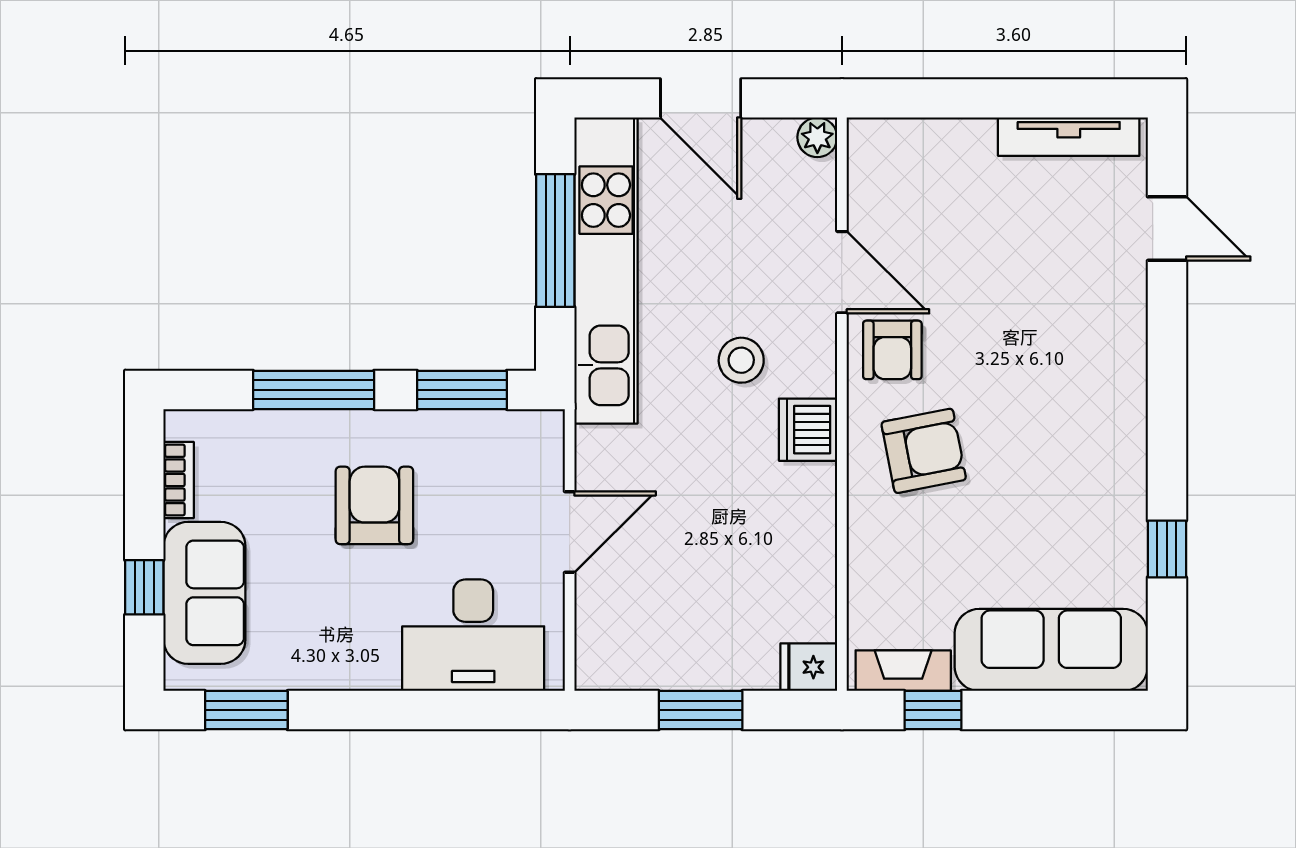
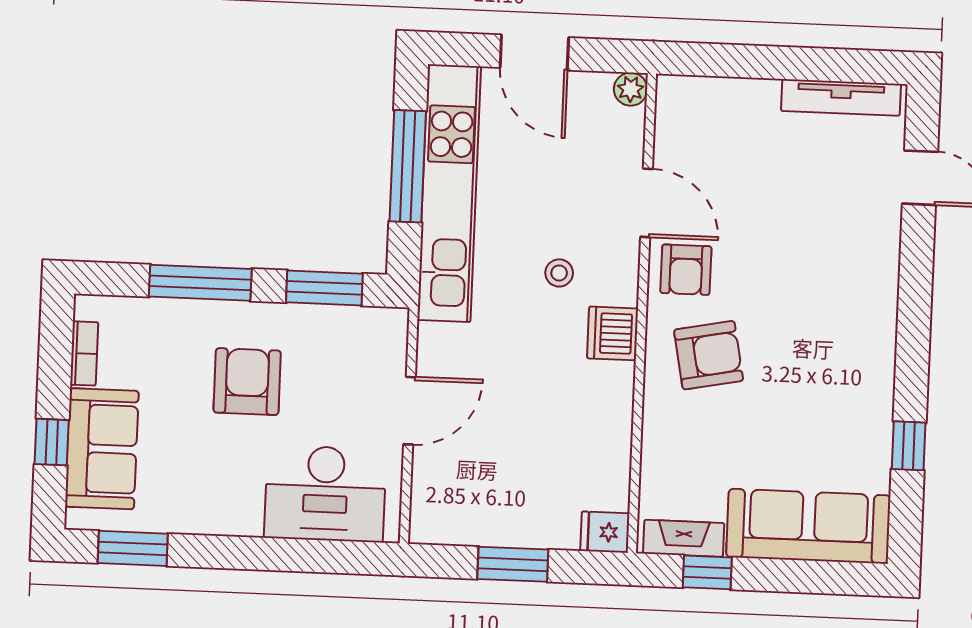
stool: (741, 360) -> (559, 273), width x0.73, depth x0.73

